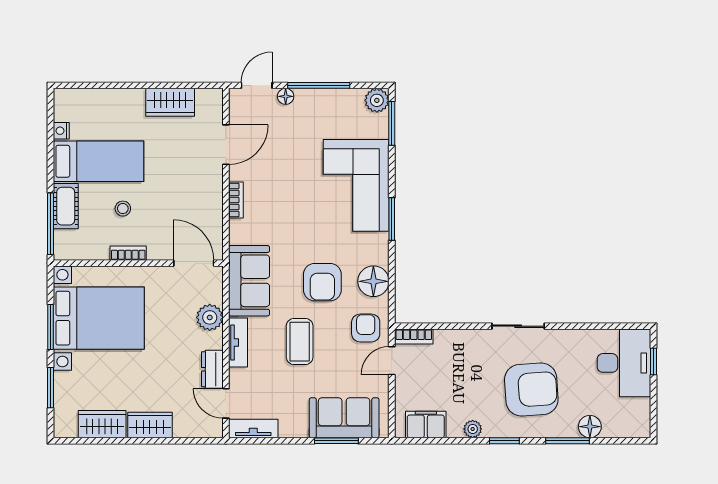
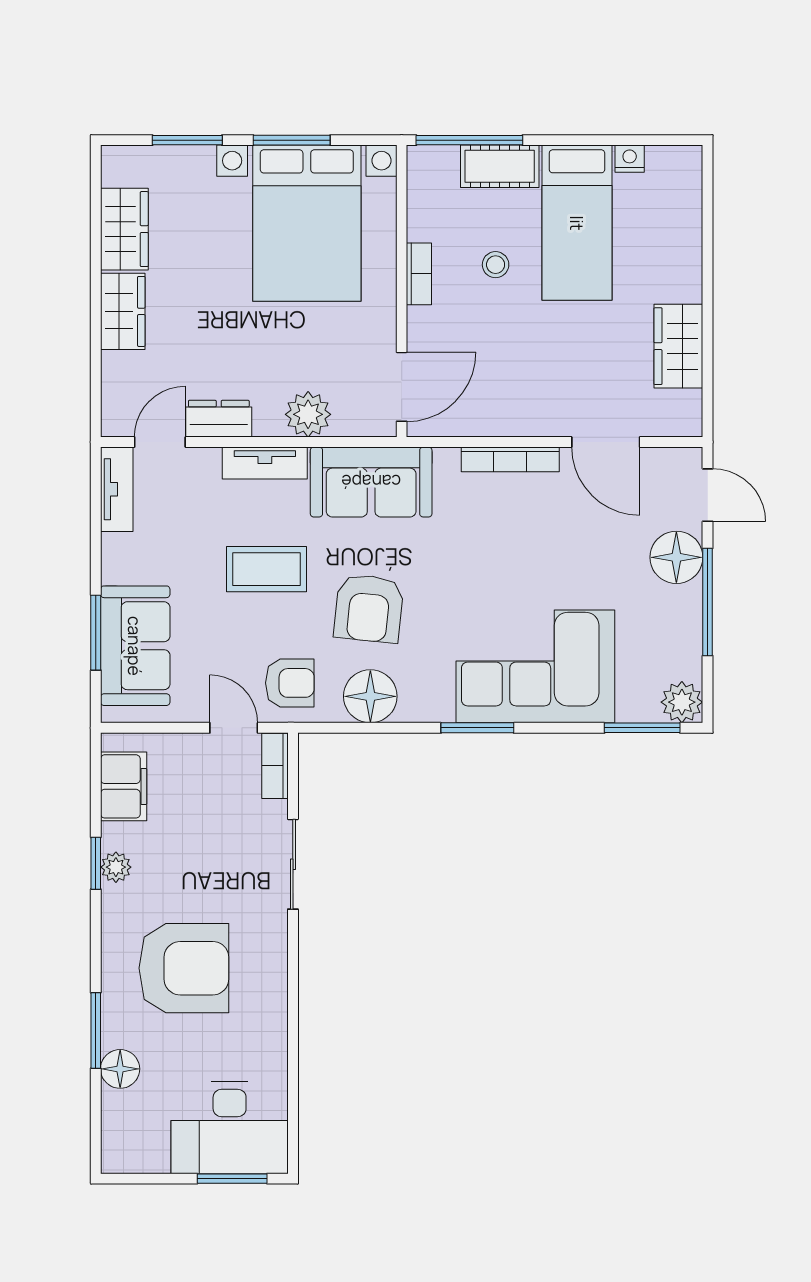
floor lamp: (286, 96) -> (676, 557), width x1.89, depth x1.89
bookcase: (236, 200) -> (510, 459), width x1.56
armchair: (322, 282) -> (369, 608), turned -84
sliding door: (518, 326) -> (293, 864), moved
window: (654, 361) -> (232, 1179), width x1.50
armchair: (531, 389) -> (184, 968), turned -86
window: (504, 441) -> (96, 863), moved

